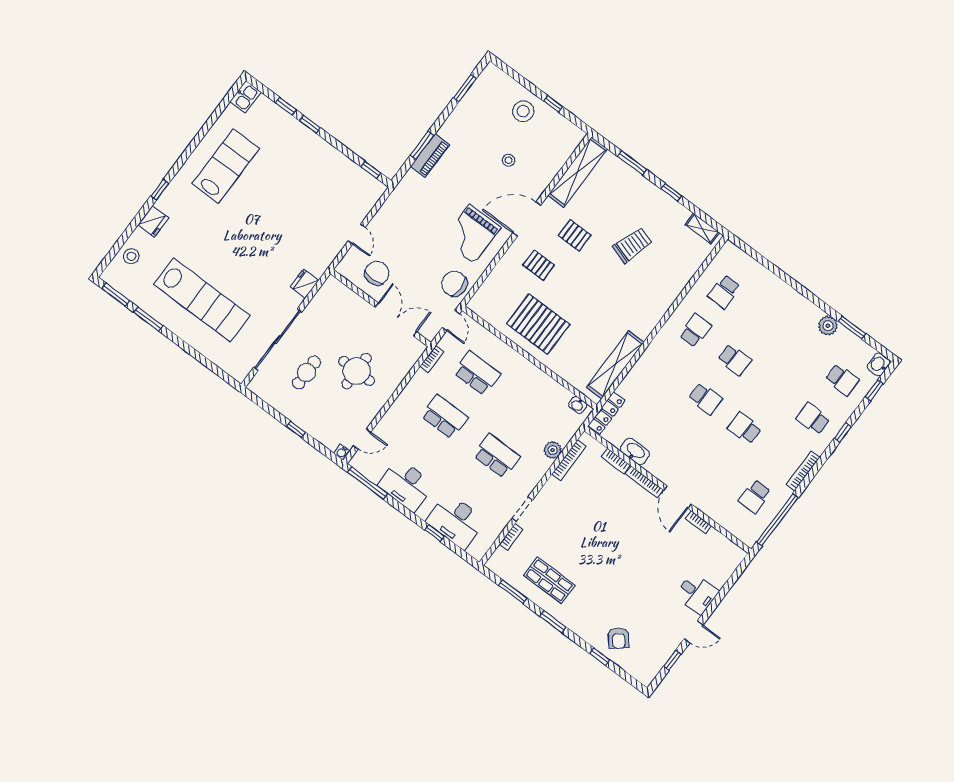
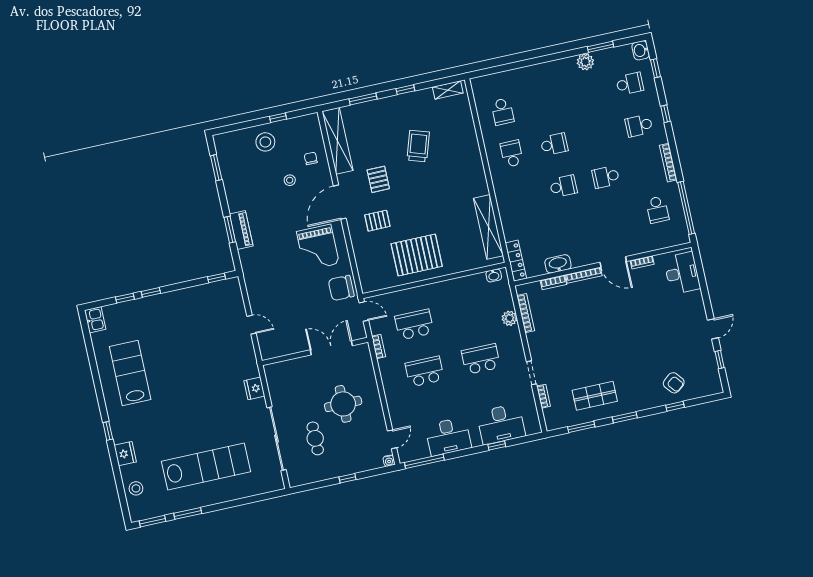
pallet: (575, 235) -> (378, 179), turned 90
chair: (377, 273) -> (311, 158), moved, width x0.54, depth x0.54
desk: (697, 593) -> (682, 273), moved, width x1.37

